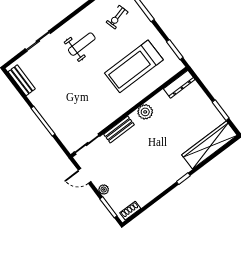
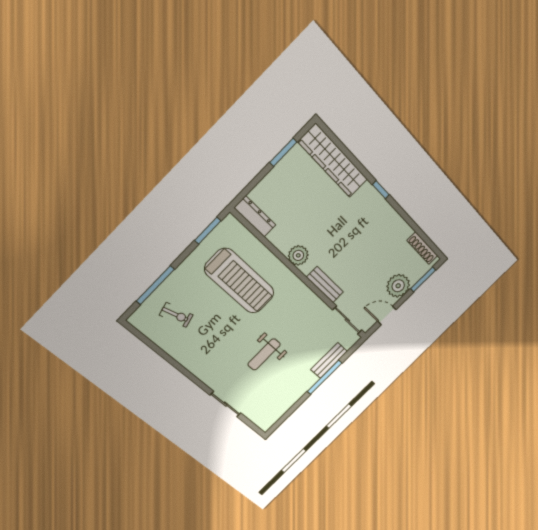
weight bench: (82, 44) -> (264, 354), moved, turned -90
bench: (22, 80) -> (329, 361), moved
door: (85, 176) -> (387, 315), swing flipped
plant: (104, 190) -> (398, 286), width x1.88, depth x1.88
shoe rack: (130, 211) -> (422, 248), width x1.43

